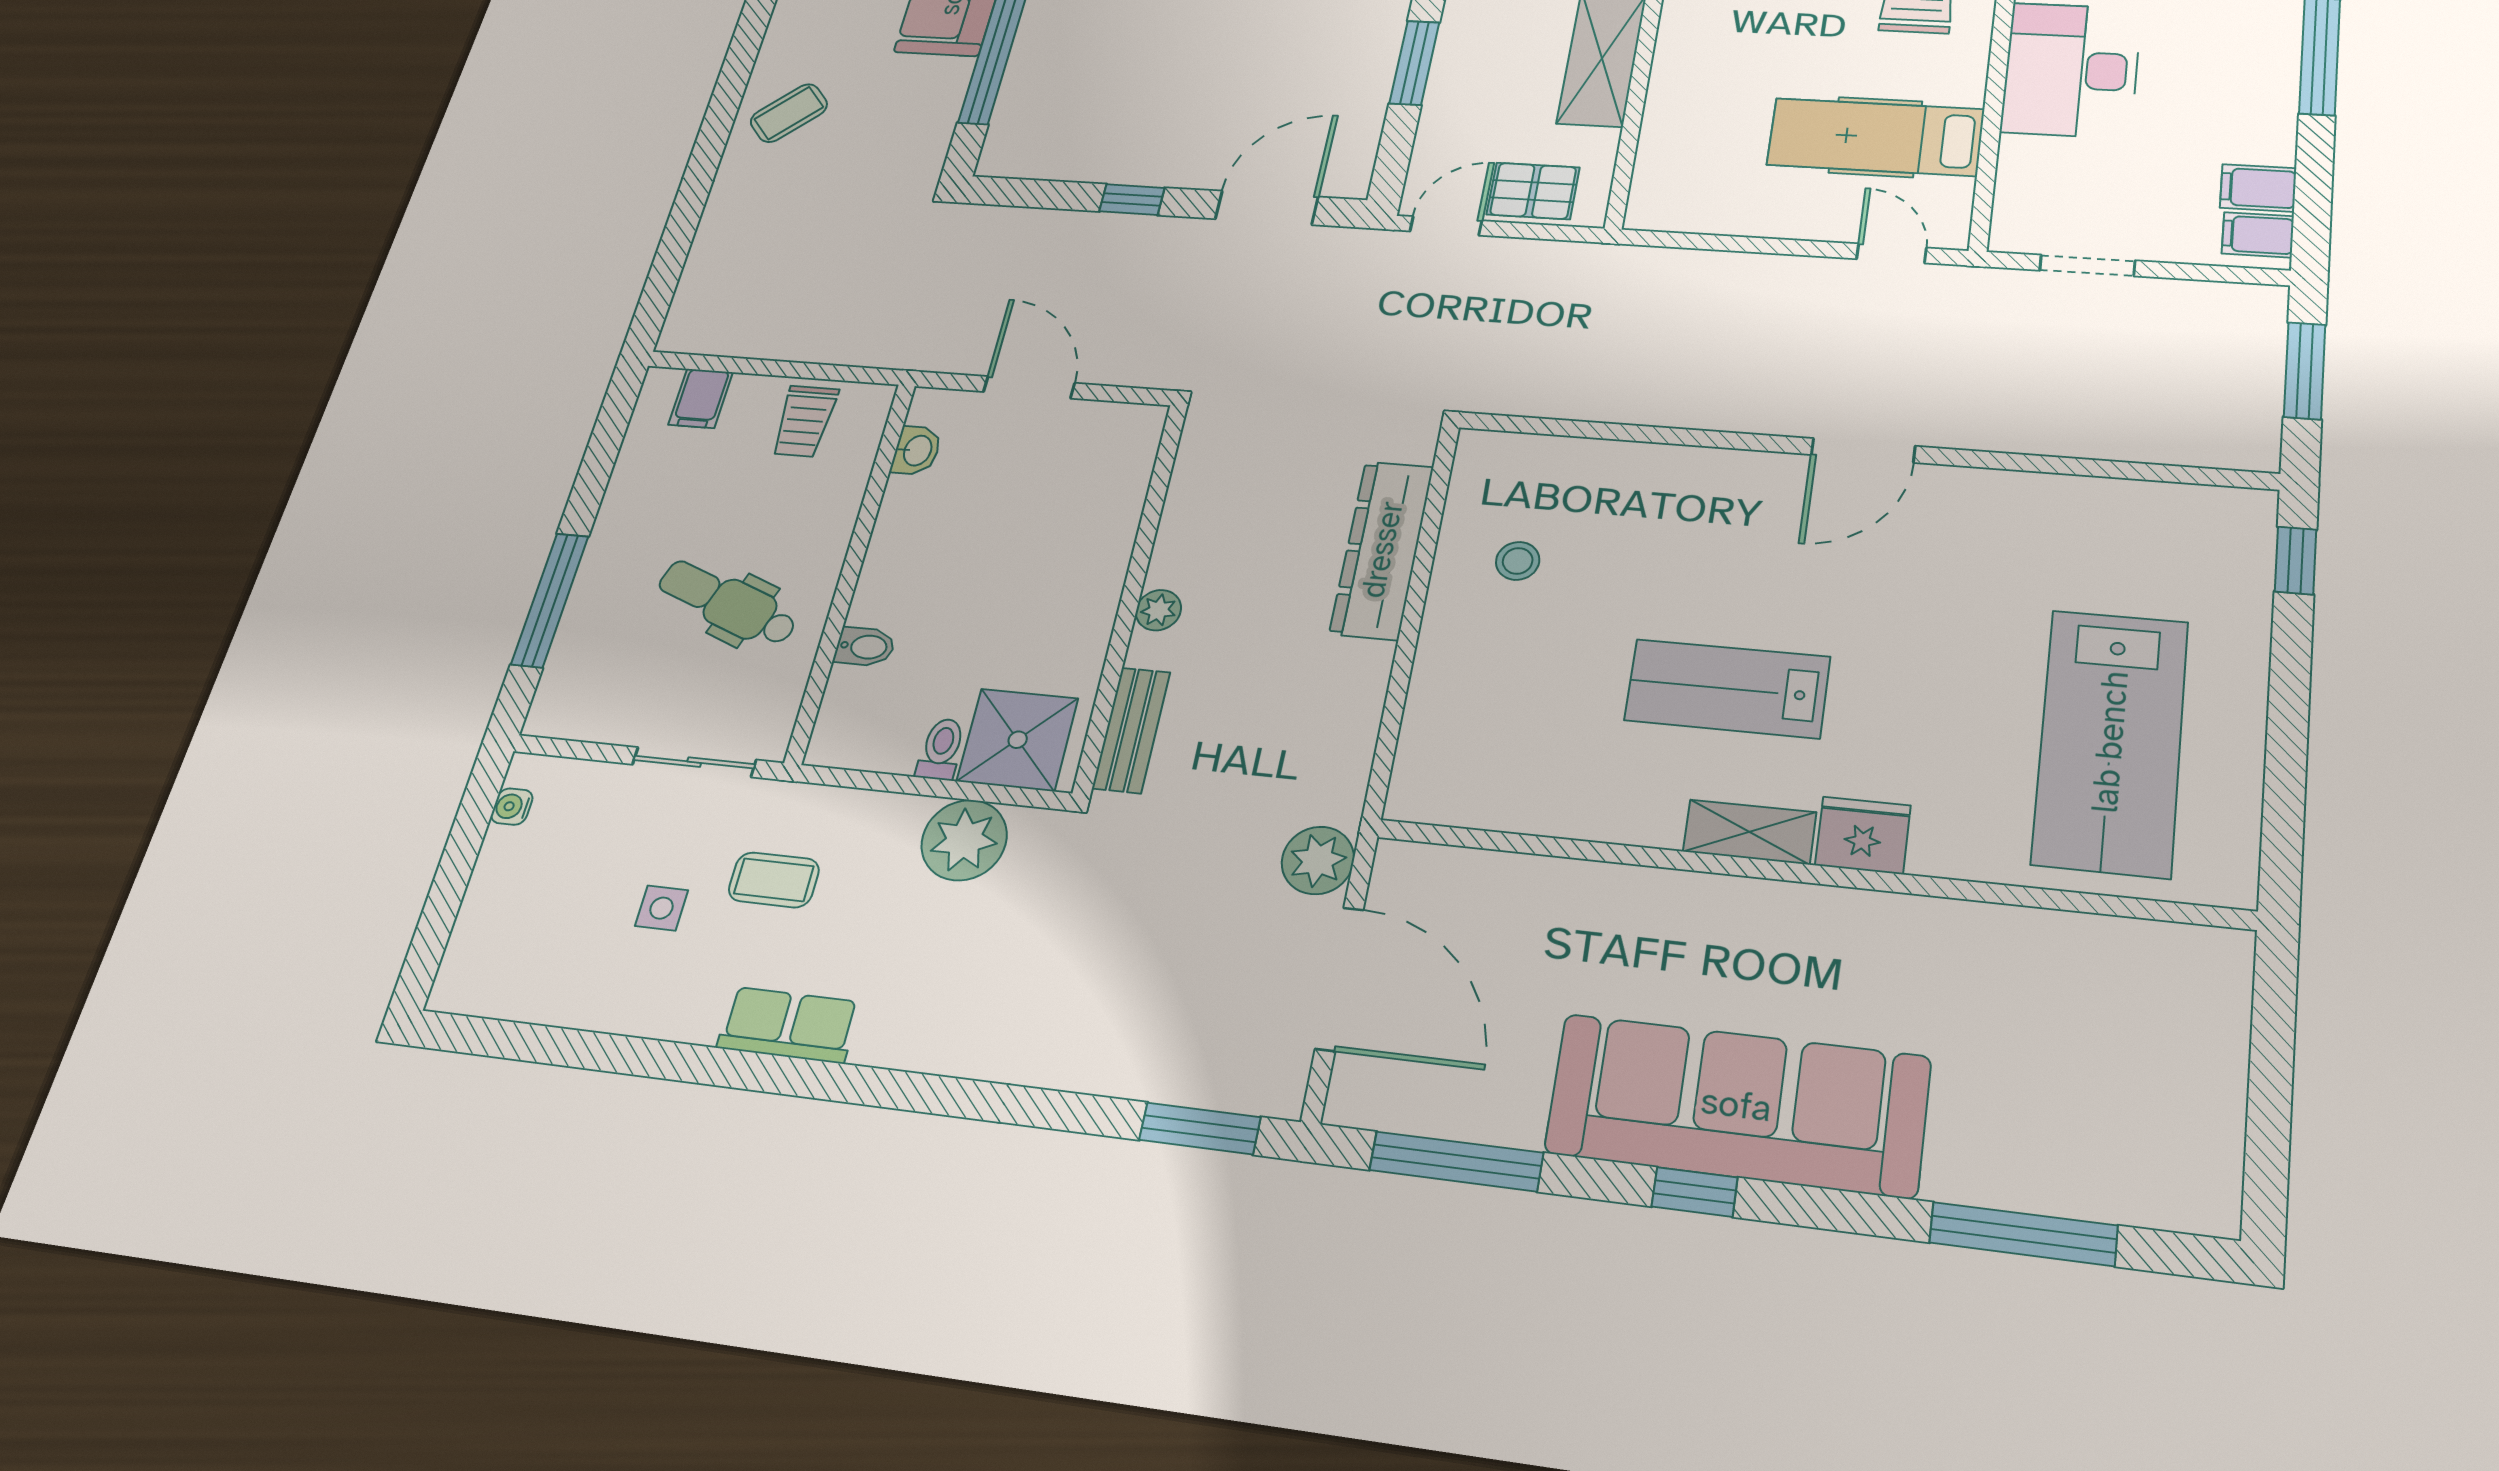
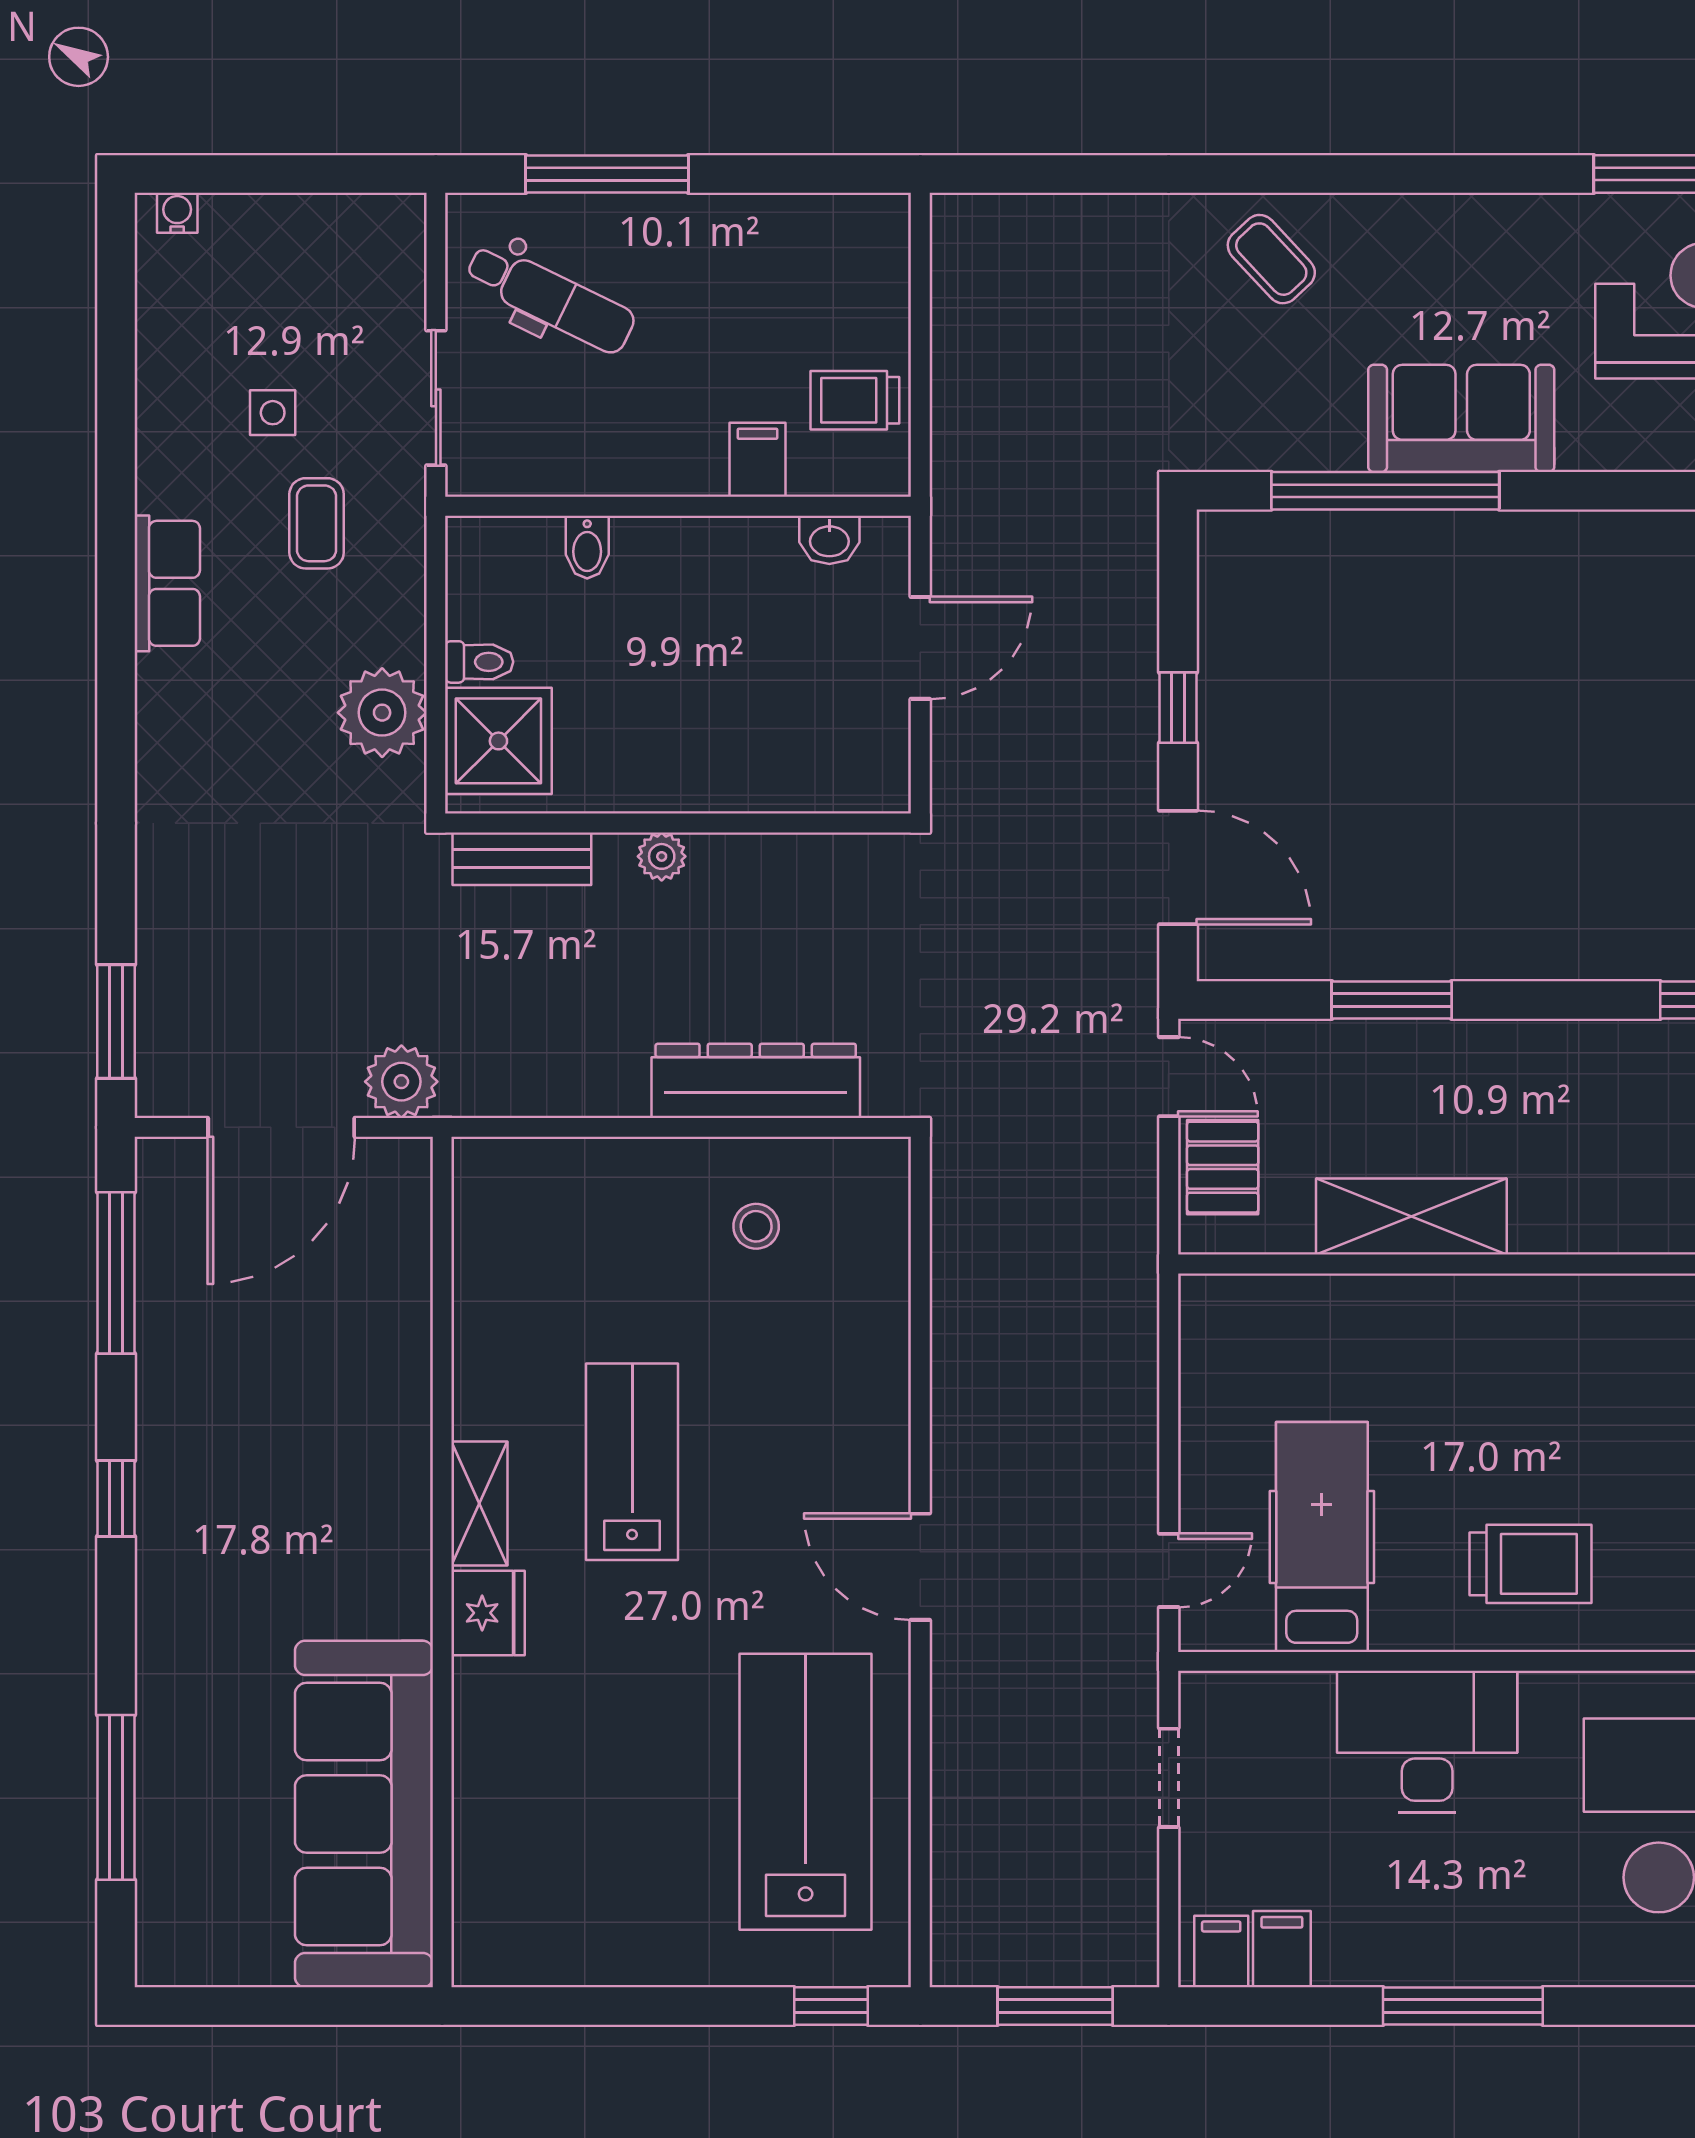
filing cabinet: (701, 398) -> (757, 460), moved, turned 90
dental chair: (728, 603) -> (550, 298), moved, turned 96
lab bench: (2110, 742) -> (806, 1792), moved, turned 90
water cooler: (512, 807) -> (177, 213), moved
sofa: (1737, 1105) -> (364, 1814), moved, turned 180

